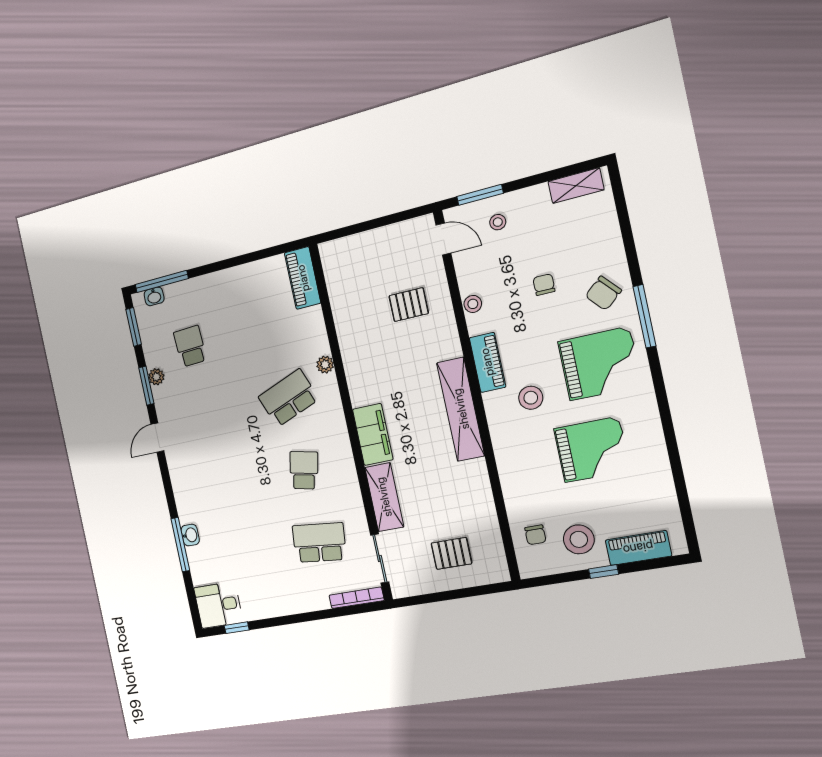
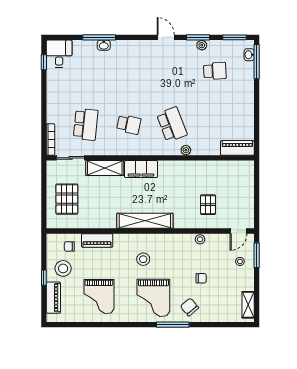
piano: (487, 362) -> (97, 240), moved
grand piano: (592, 450) -> (99, 297), moved
pallet: (451, 553) -> (67, 199), width x1.50, depth x1.42

